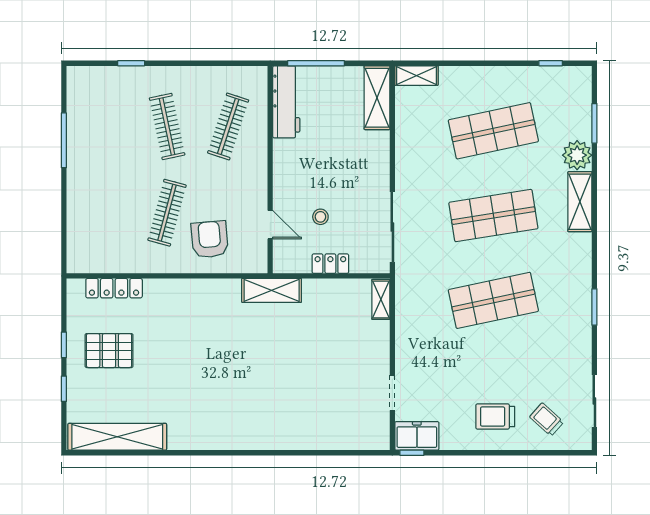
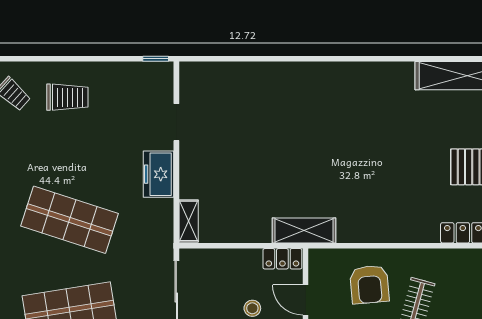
locker: (330, 264) -> (282, 259), moved
shop shelf: (493, 300) -> (69, 220), turned 30
freezer: (417, 436) -> (159, 174), moved, turned 90

